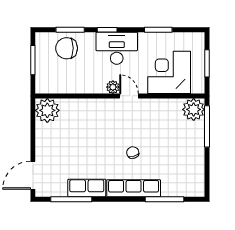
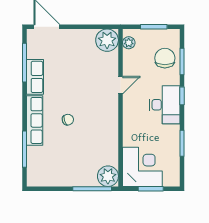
corner desk: (169, 72) -> (142, 167), moved
plant: (113, 87) -> (129, 43), moved
door: (129, 96) -> (120, 85), moved

